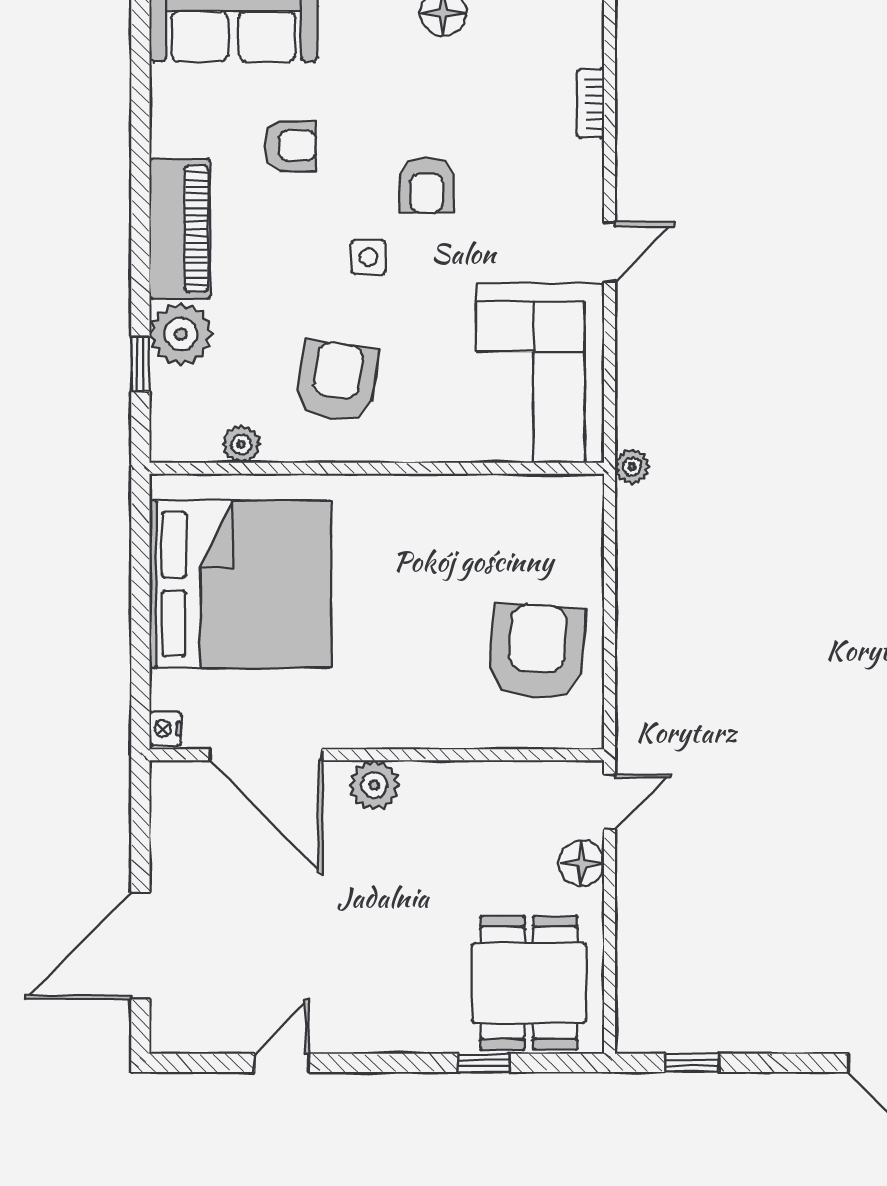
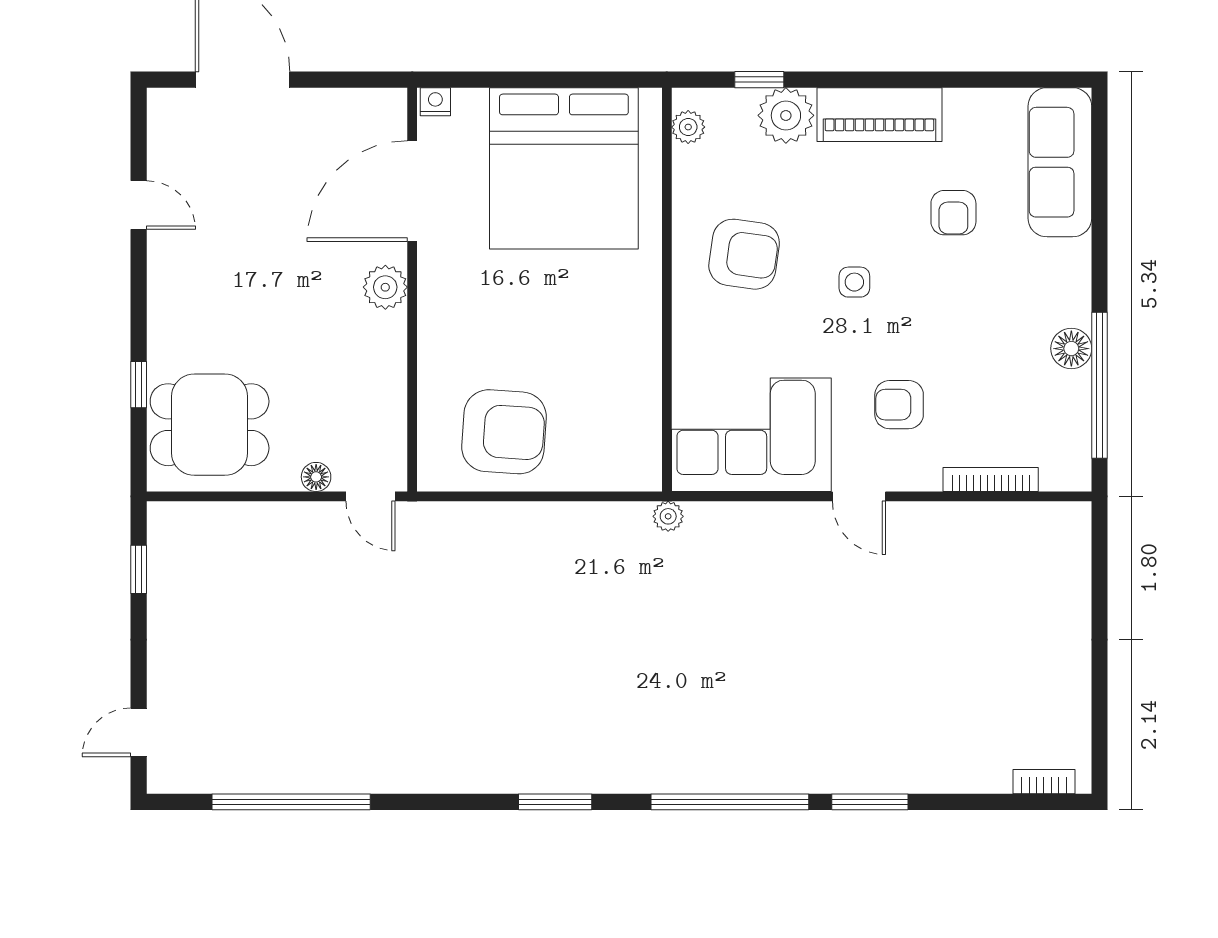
bookcase: (591, 104) -> (991, 479), width x1.56
armchair: (427, 185) -> (899, 405), moved
plant: (241, 444) -> (688, 127), moved
floor lamp: (582, 863) -> (316, 477), width x0.73, depth x0.73

